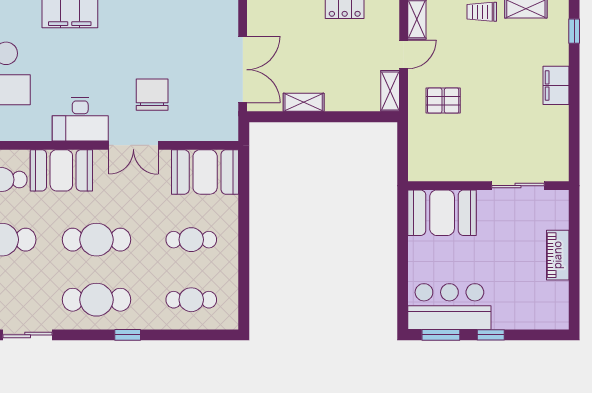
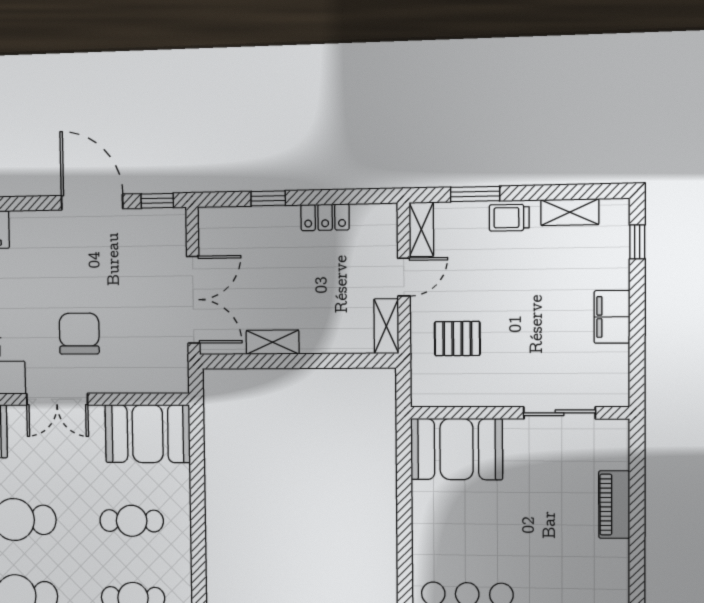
wall: (488, 186) -> (519, 413), moved
sliding door: (518, 186) -> (559, 413), moved
booth: (442, 213) -> (457, 449), moved
piano: (558, 255) -> (614, 505), moved

